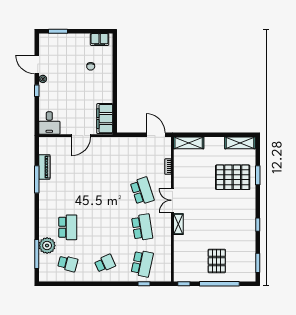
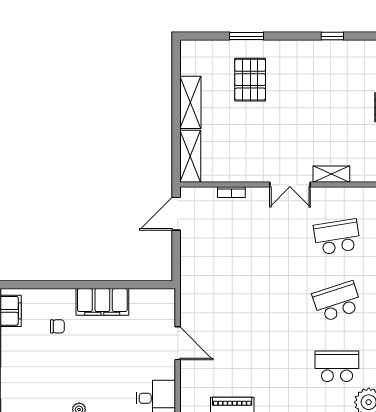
filing cabinet: (105, 119) -> (102, 302), moved
shelving: (240, 143) -> (190, 102), moved
pallet: (233, 177) -> (250, 80), width x0.73, depth x0.71
school desk: (142, 191) -> (337, 302), moved

